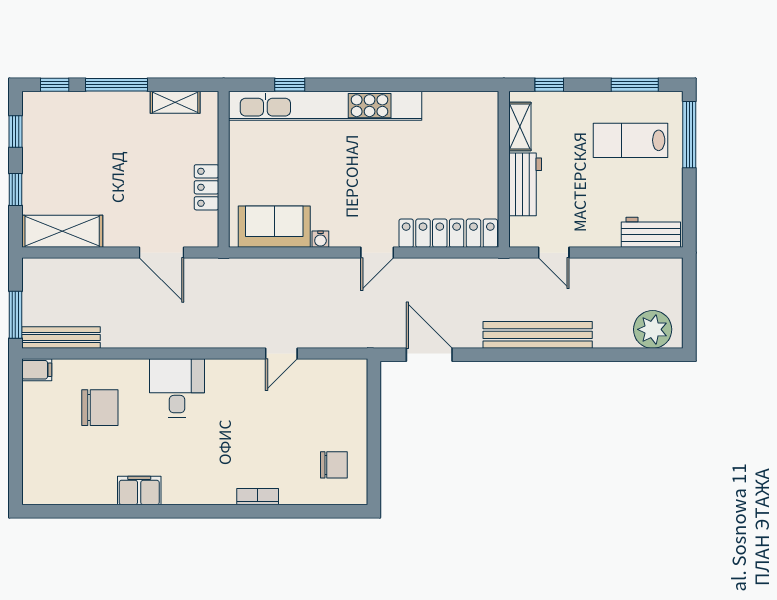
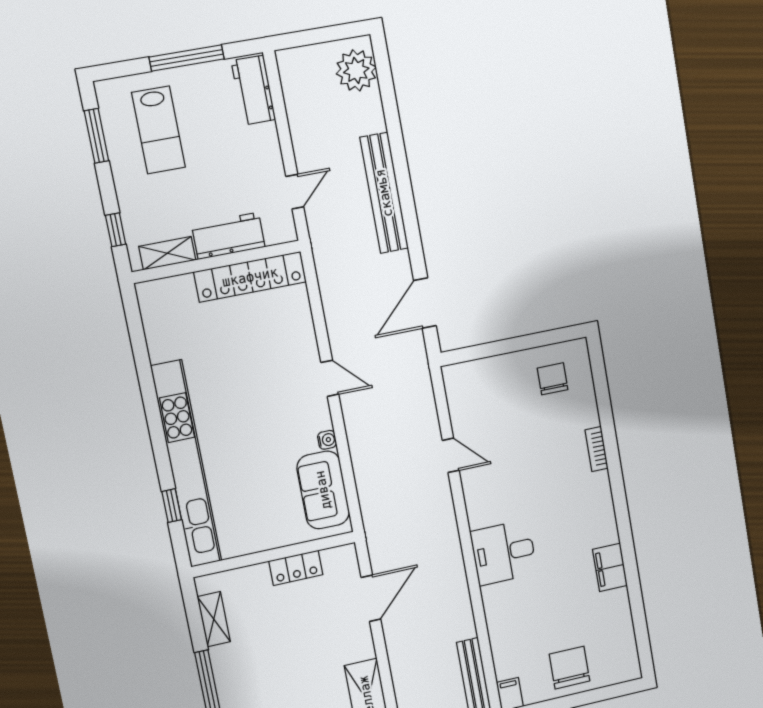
window: (689, 135) -> (187, 58), moved
locker: (448, 233) -> (250, 277), moved, turned -90
chair: (100, 408) -> (569, 668), moved

